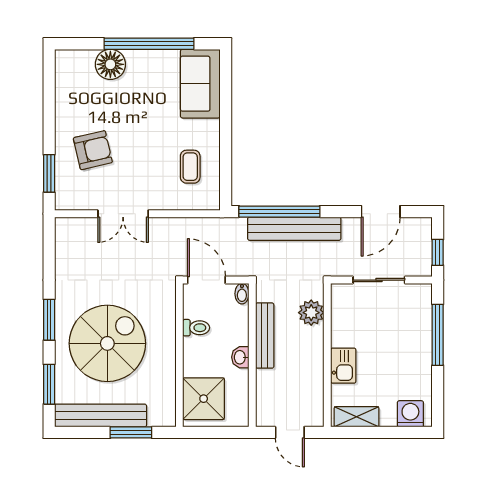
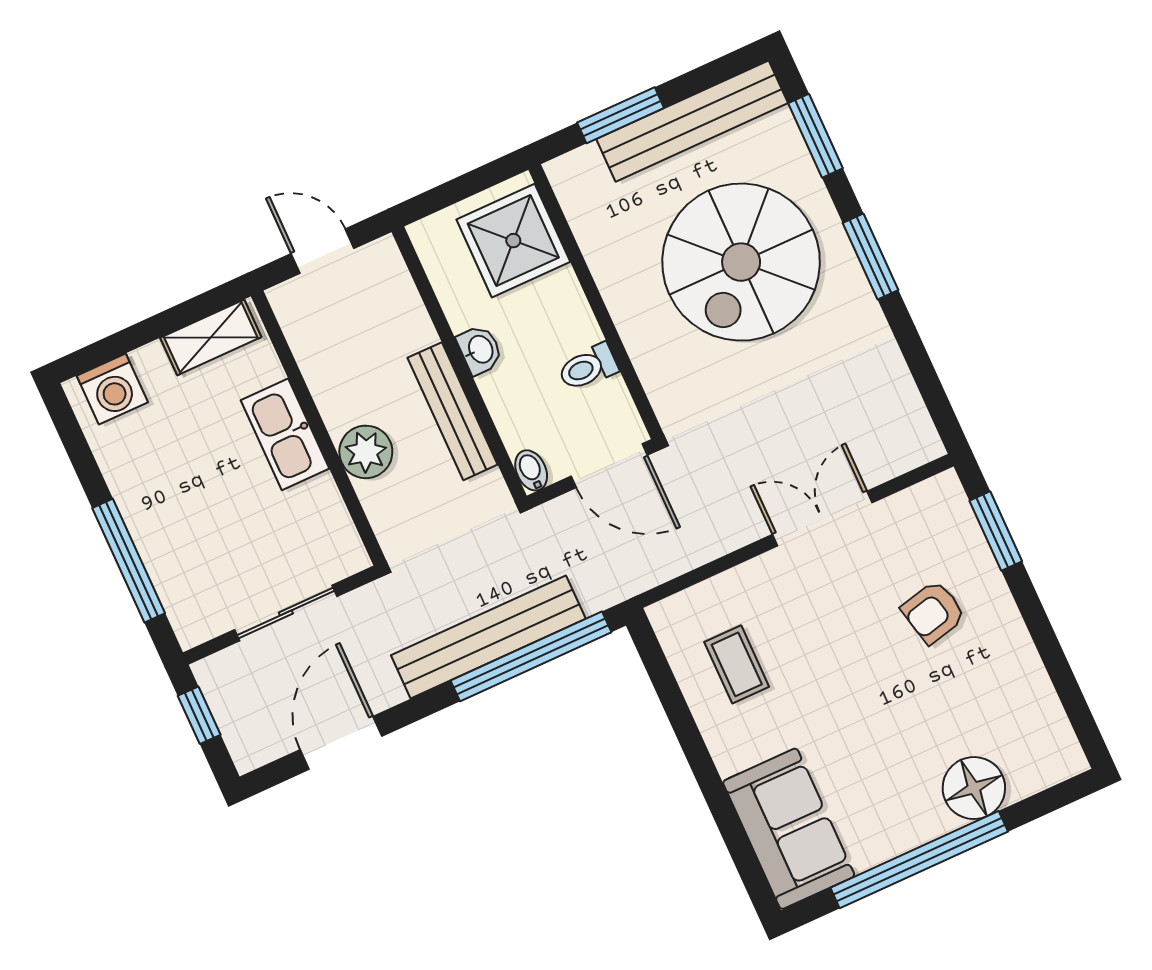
armchair: (93, 150) -> (933, 612), width x0.72, depth x0.72
plant: (311, 313) -> (366, 452), moved
kitchen sink: (343, 366) -> (285, 434), width x1.38

